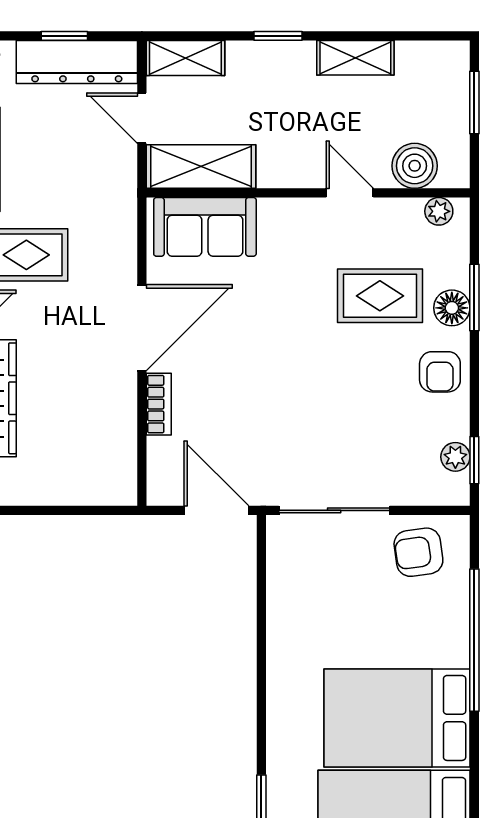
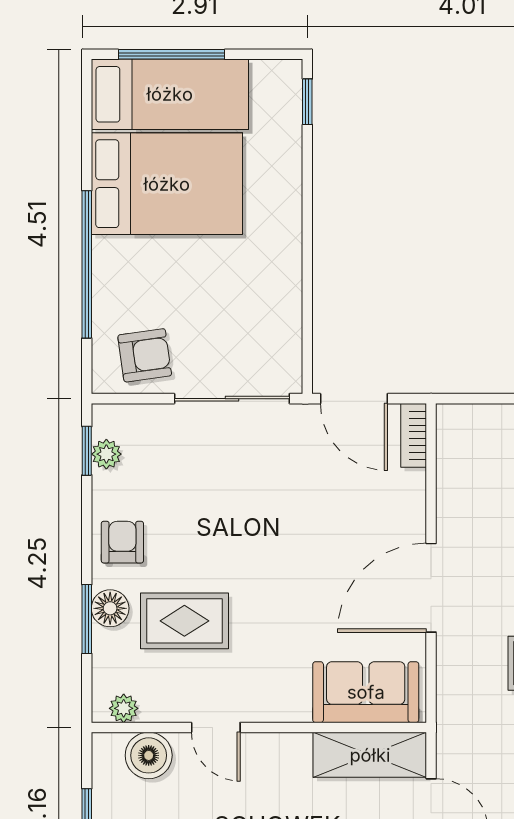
bookcase: (159, 404) -> (414, 435), moved

